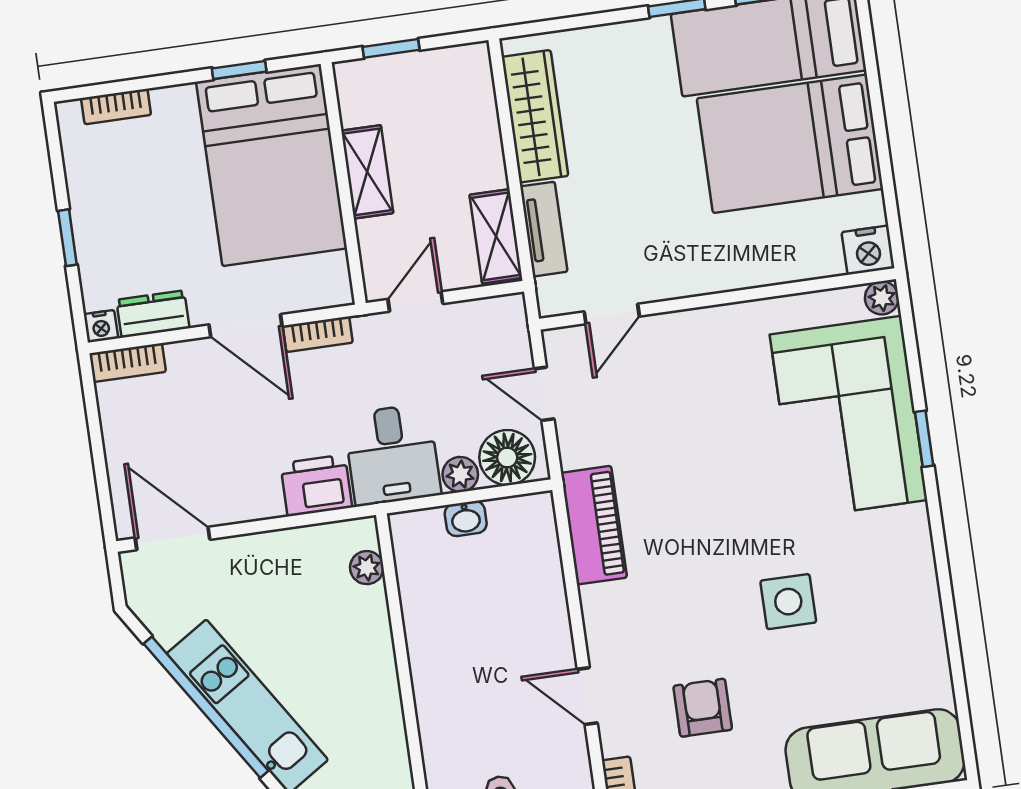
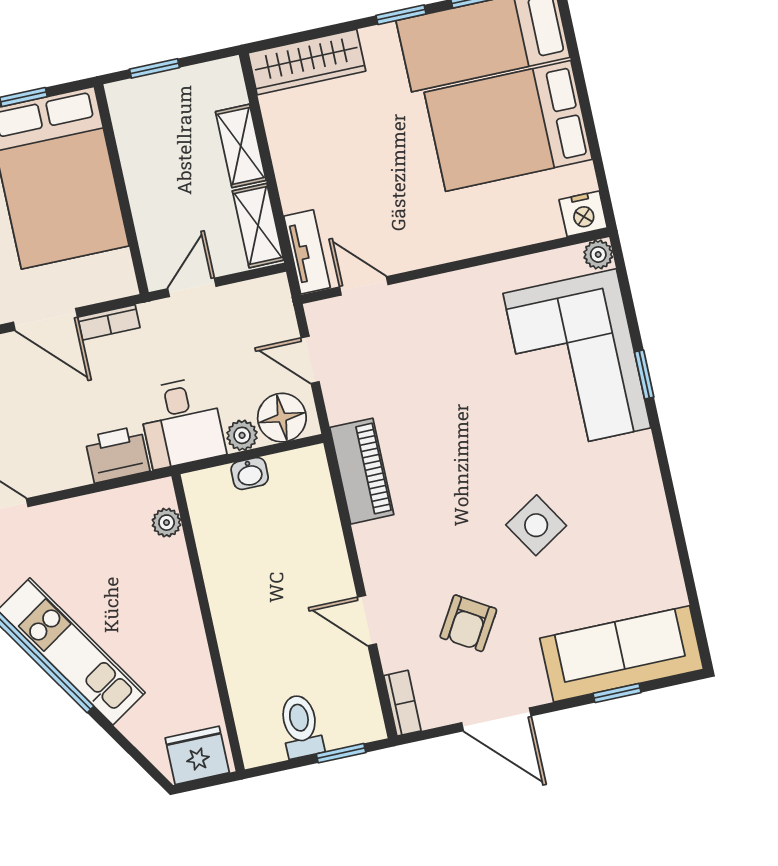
wardrobe: (535, 116) -> (307, 62), moved, turned 90
shelving: (367, 172) -> (241, 146), moved
tv unit: (544, 229) -> (307, 252), moved
door: (612, 314) -> (364, 286), swing flipped
side table: (788, 602) -> (536, 525), turned -32
armchair: (703, 708) -> (468, 623), turned -149

